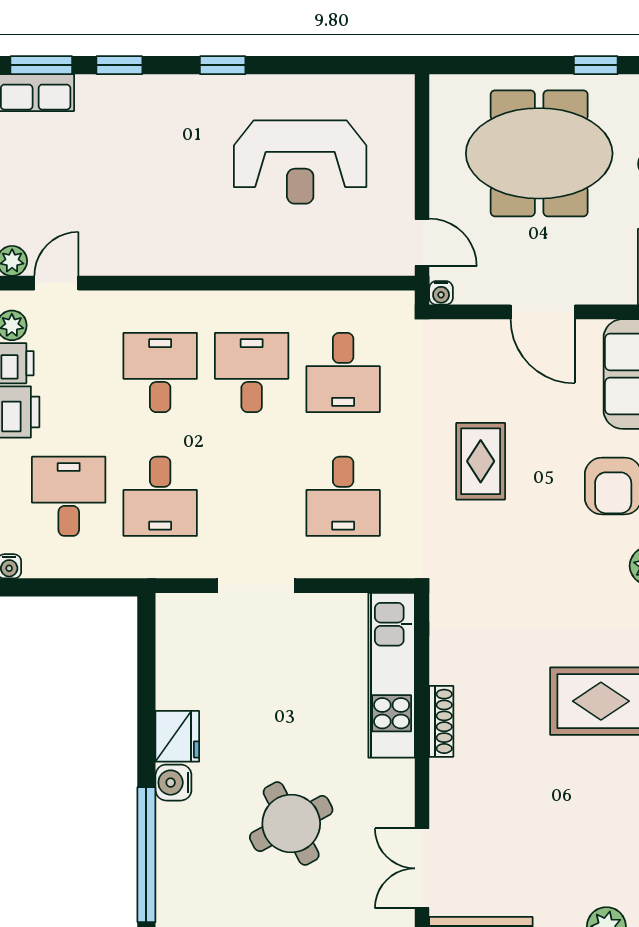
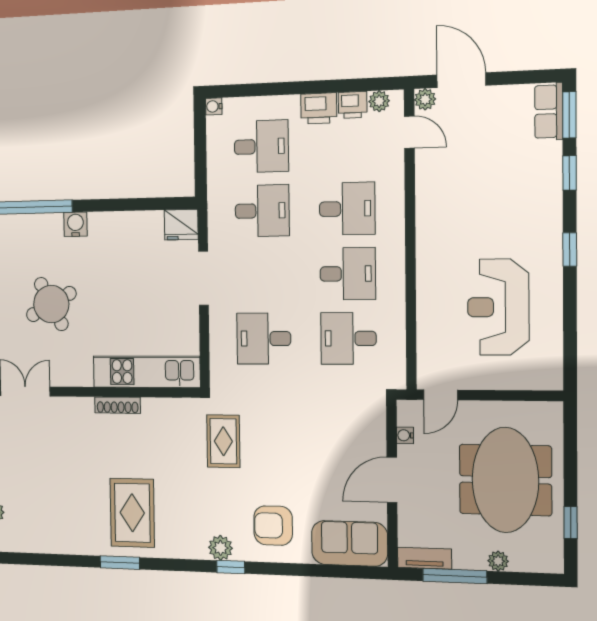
water cooler: (441, 293) -> (405, 435), moved
rug: (481, 461) -> (223, 441), moved, turned 90
desk: (160, 496) -> (262, 211), turned 180
fridge: (177, 736) -> (181, 225), moved

